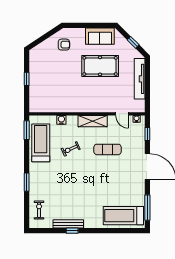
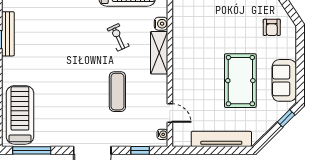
window: (133, 42) -> (286, 118), moved
door: (122, 114) -> (170, 113), swing flipped
shelving: (93, 121) -> (159, 53), moved

